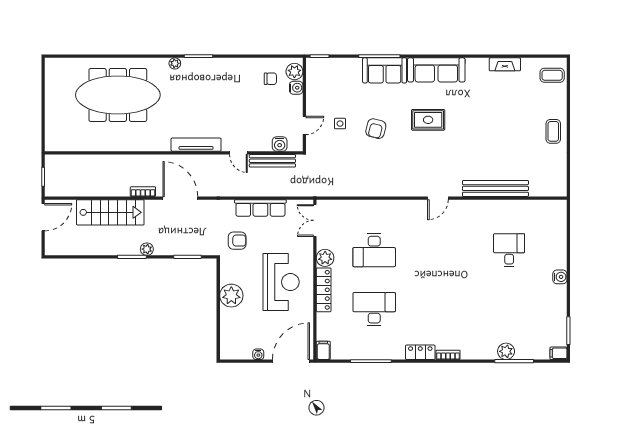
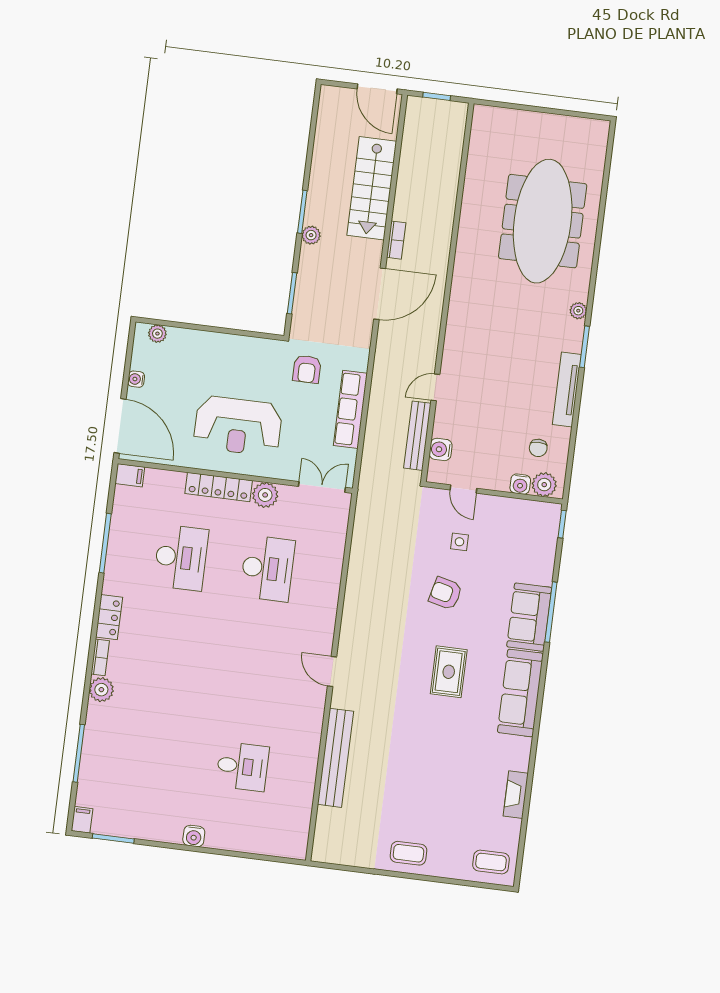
coffee table: (552, 75) -> (491, 862), turned 90
tv unit: (196, 145) -> (567, 389), moved, turned 180
desk: (374, 250) -> (267, 568), turned 180
plant: (231, 296) -> (157, 334), moved, width x0.53, depth x0.53
plant: (506, 351) -> (101, 690), moved

